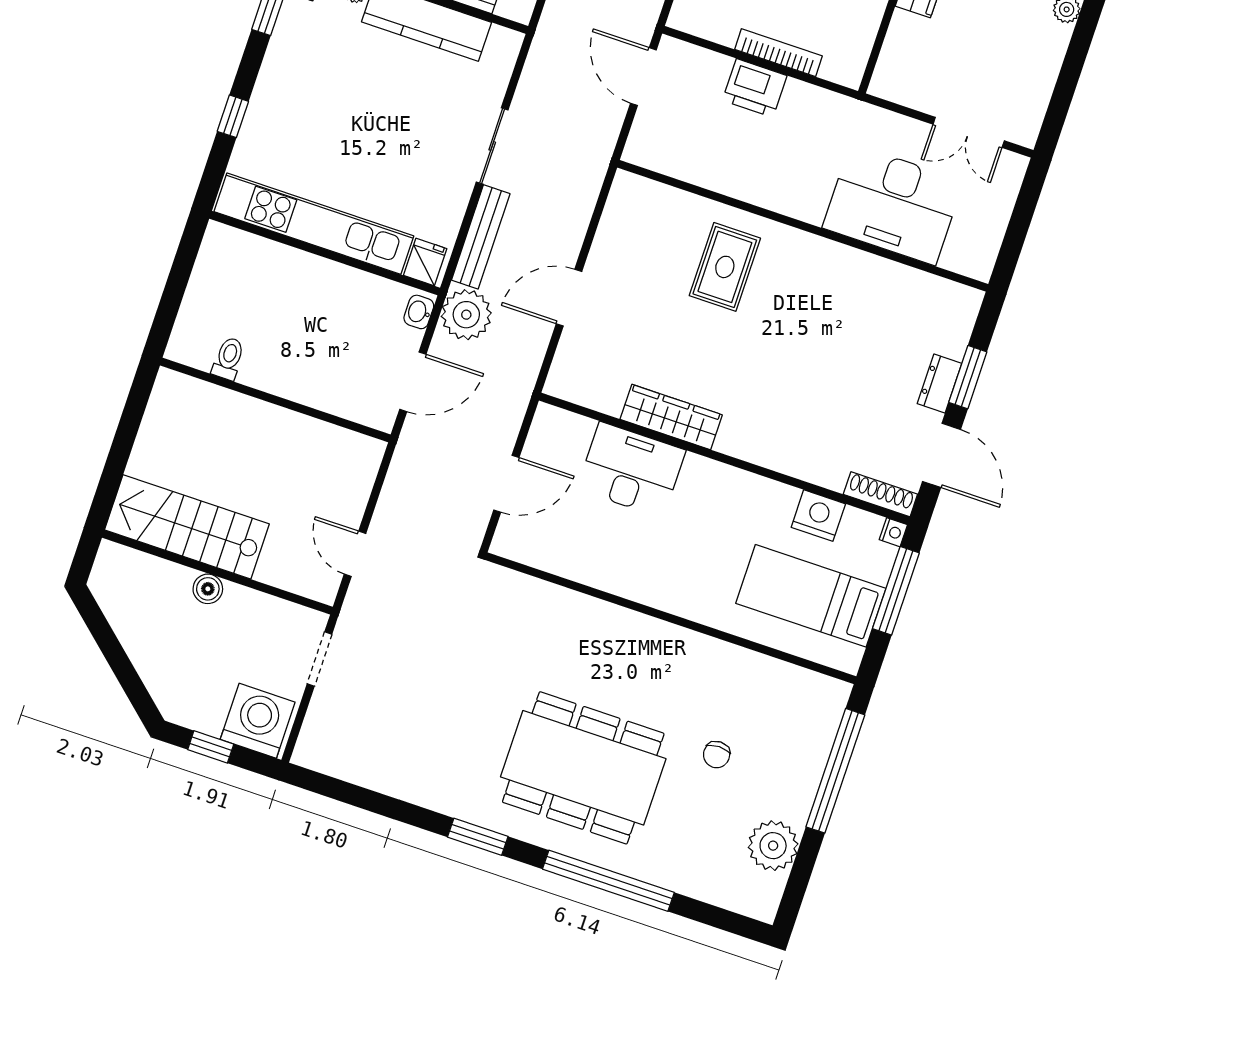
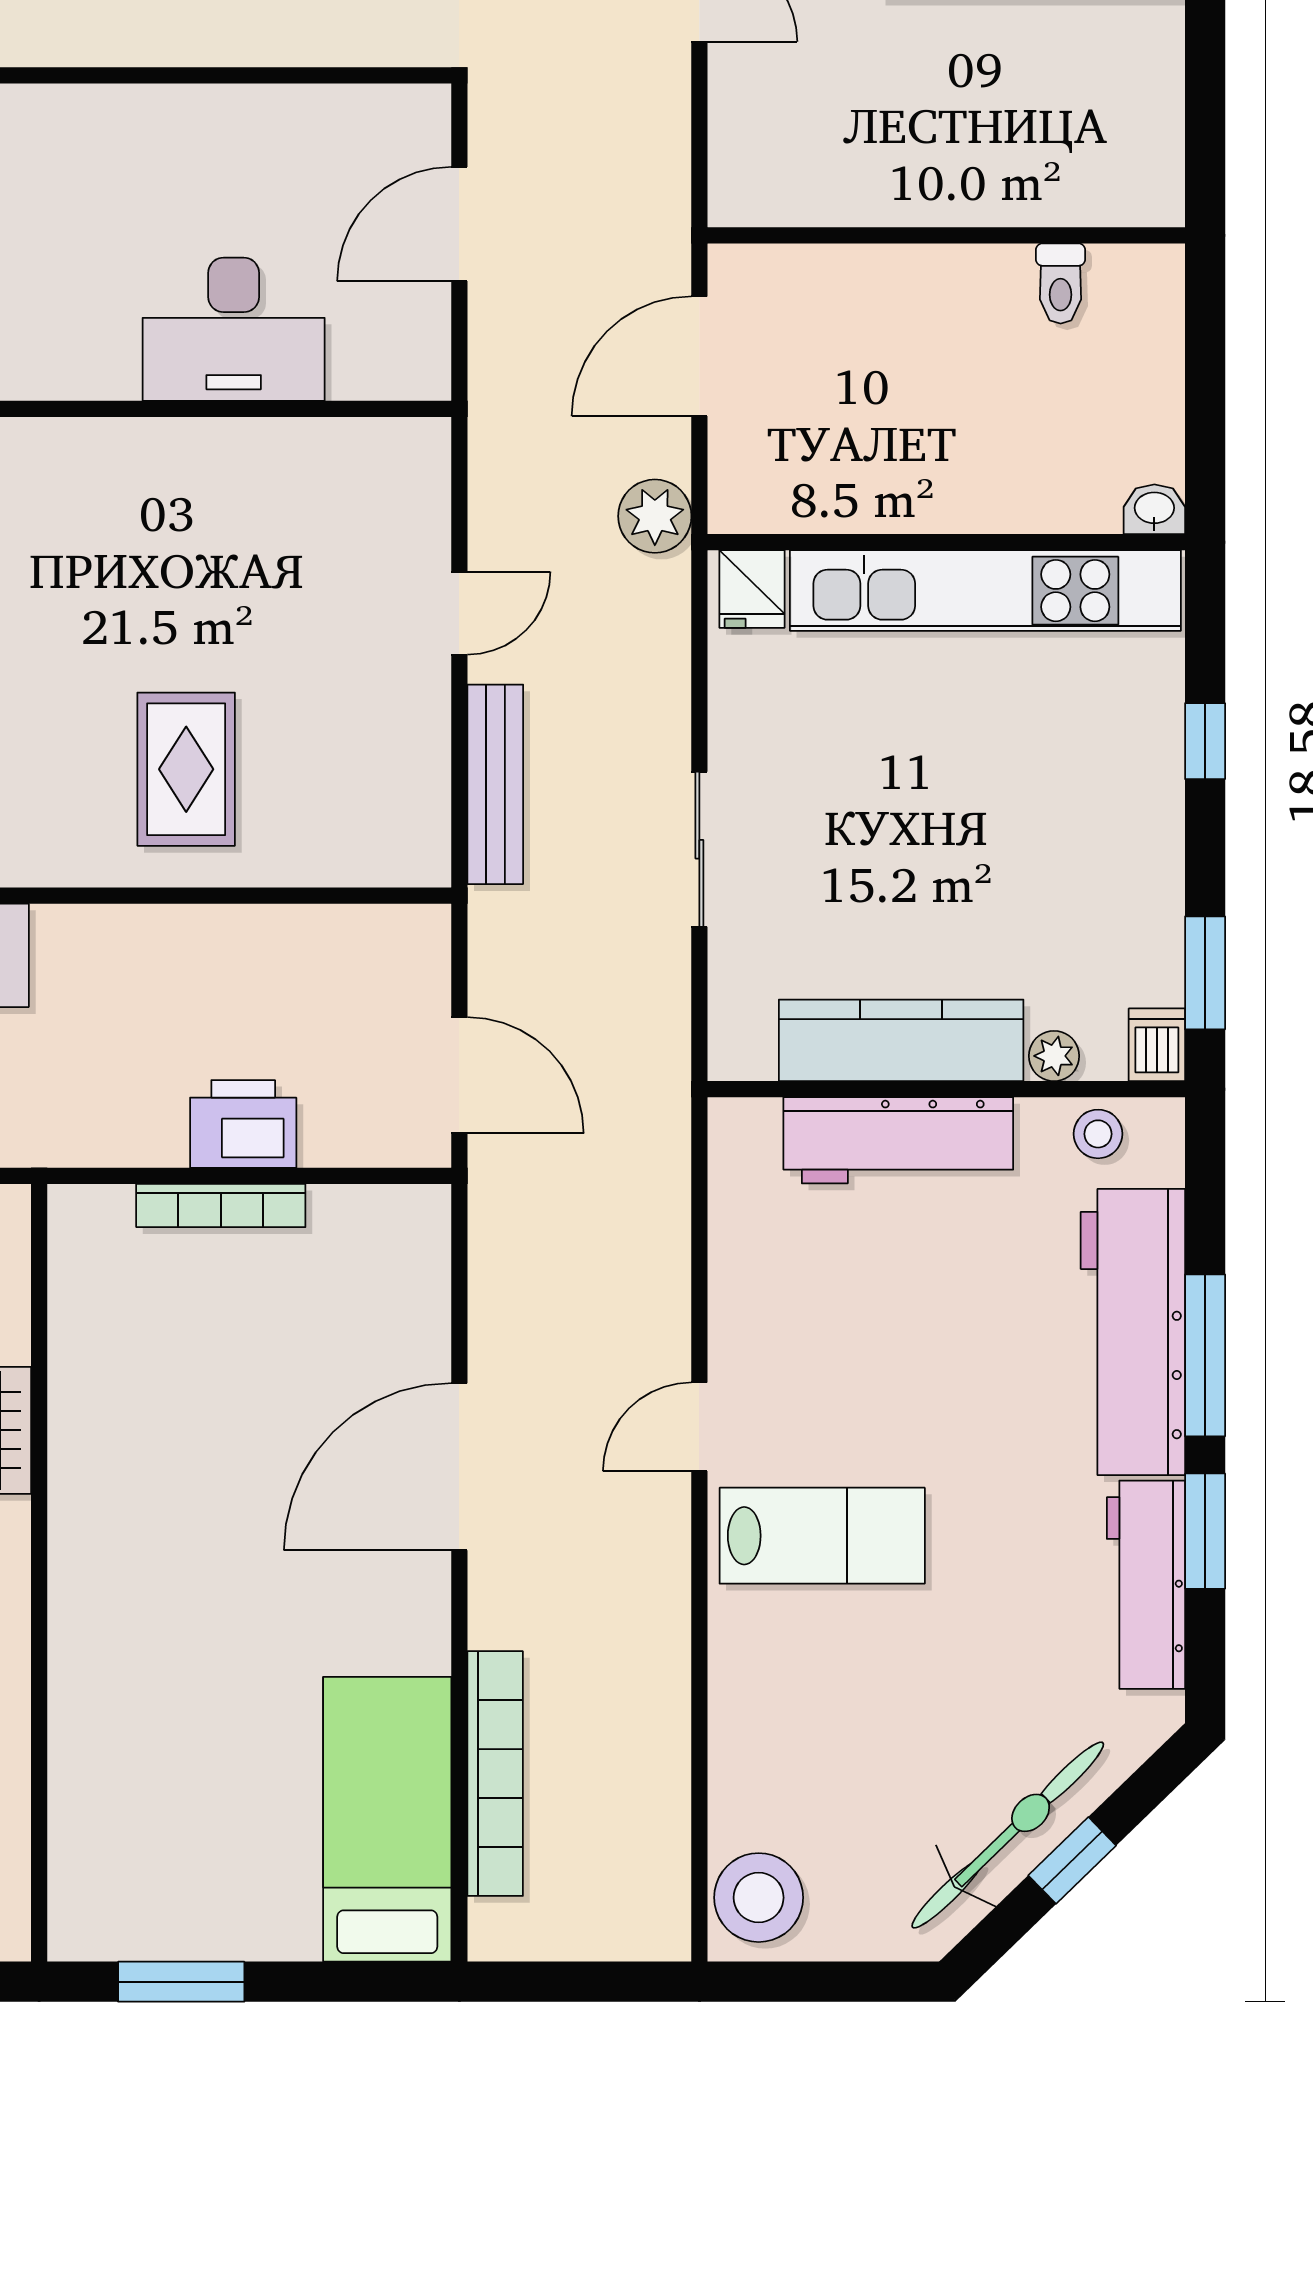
bench: (481, 237) -> (495, 784), moved
door: (569, 298) -> (459, 613), width x0.73
washbasin: (419, 312) -> (1154, 509), moved, turned -90
plant: (466, 315) -> (655, 516), width x0.73, depth x0.73
wardrobe: (671, 417) -> (192, 453), removed

